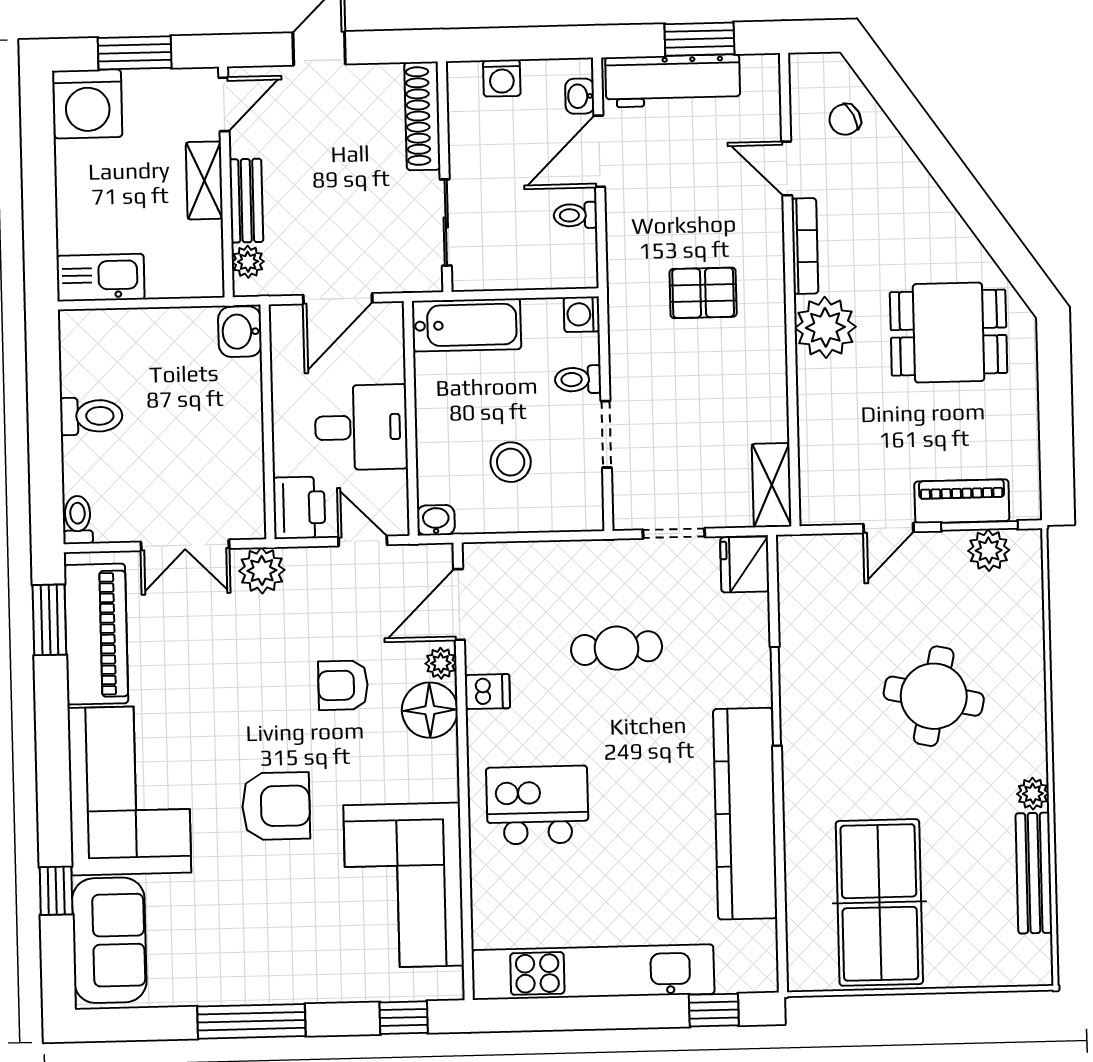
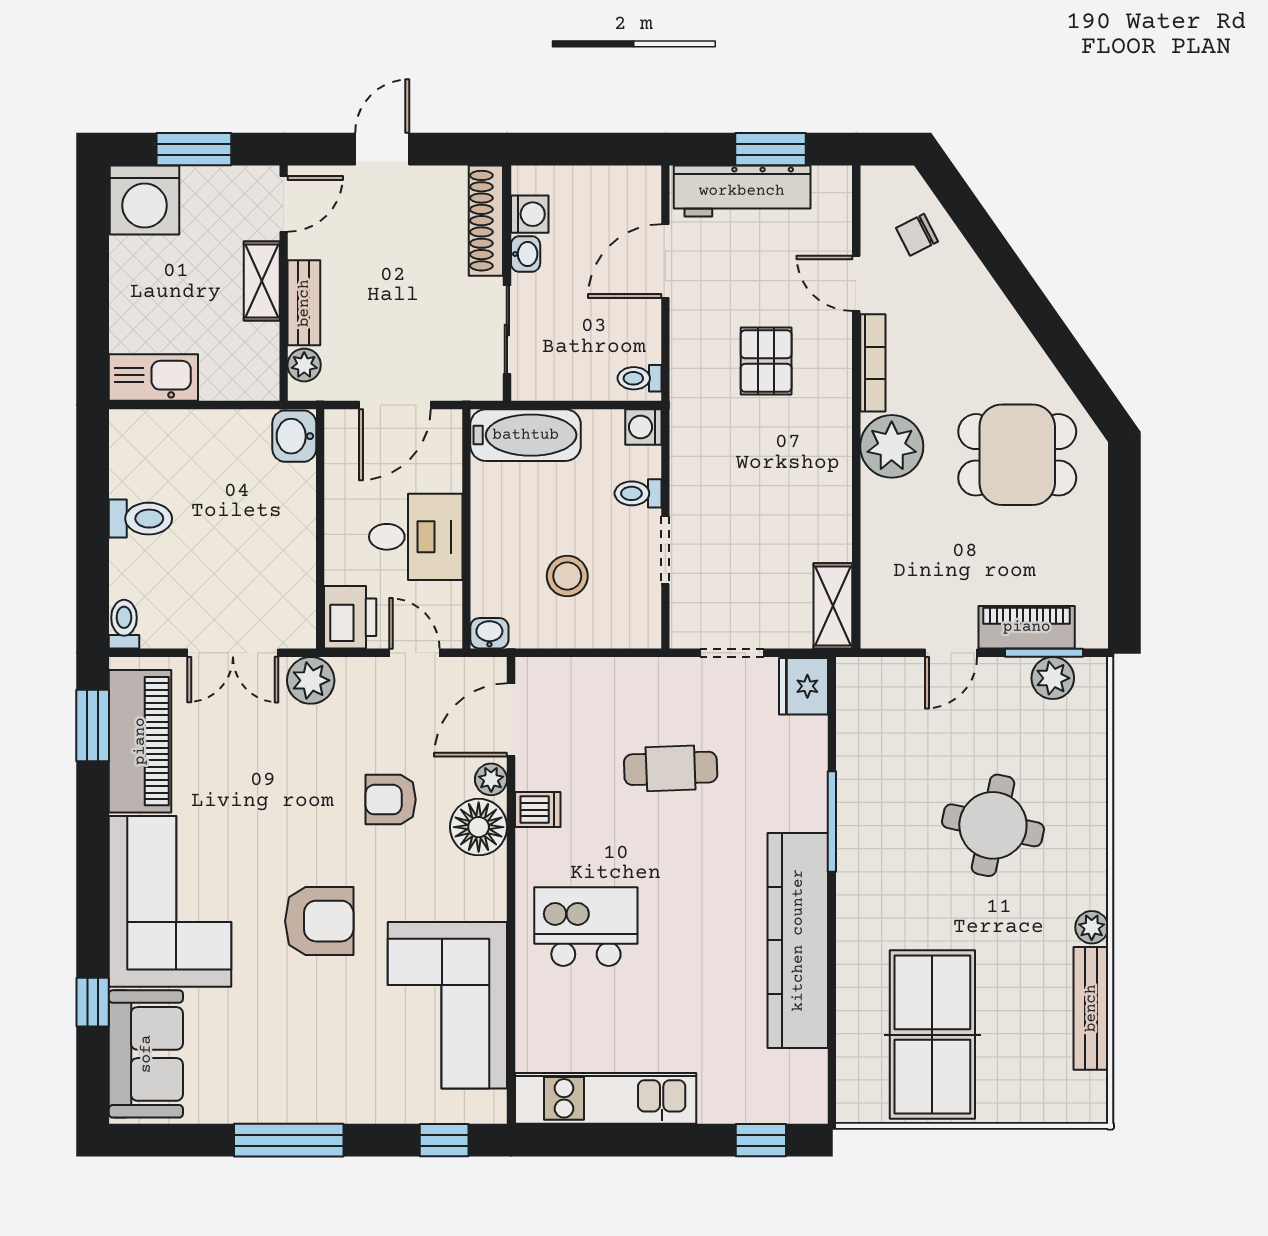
washing machine: (502, 78) -> (530, 214), moved, turned -90
washbasin: (580, 96) -> (526, 254), moved, turned 180
toilet: (575, 215) -> (639, 378), moved
pallet: (703, 293) -> (766, 361), moved, turned 90
kitchen unit: (593, 972) -> (606, 1098), width x0.73

